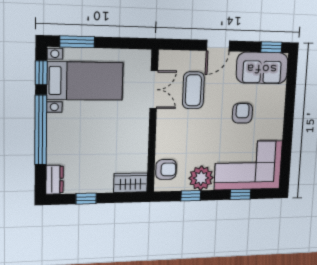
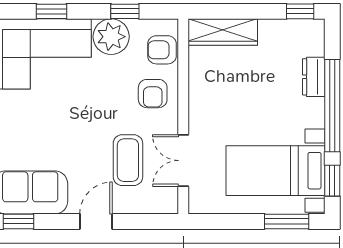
armchair: (242, 113) -> (153, 94), moved
dresser: (55, 180) -> (314, 77), moved
wardrobe: (131, 183) -> (223, 32), width x1.50
window: (86, 199) -> (300, 11), moved

